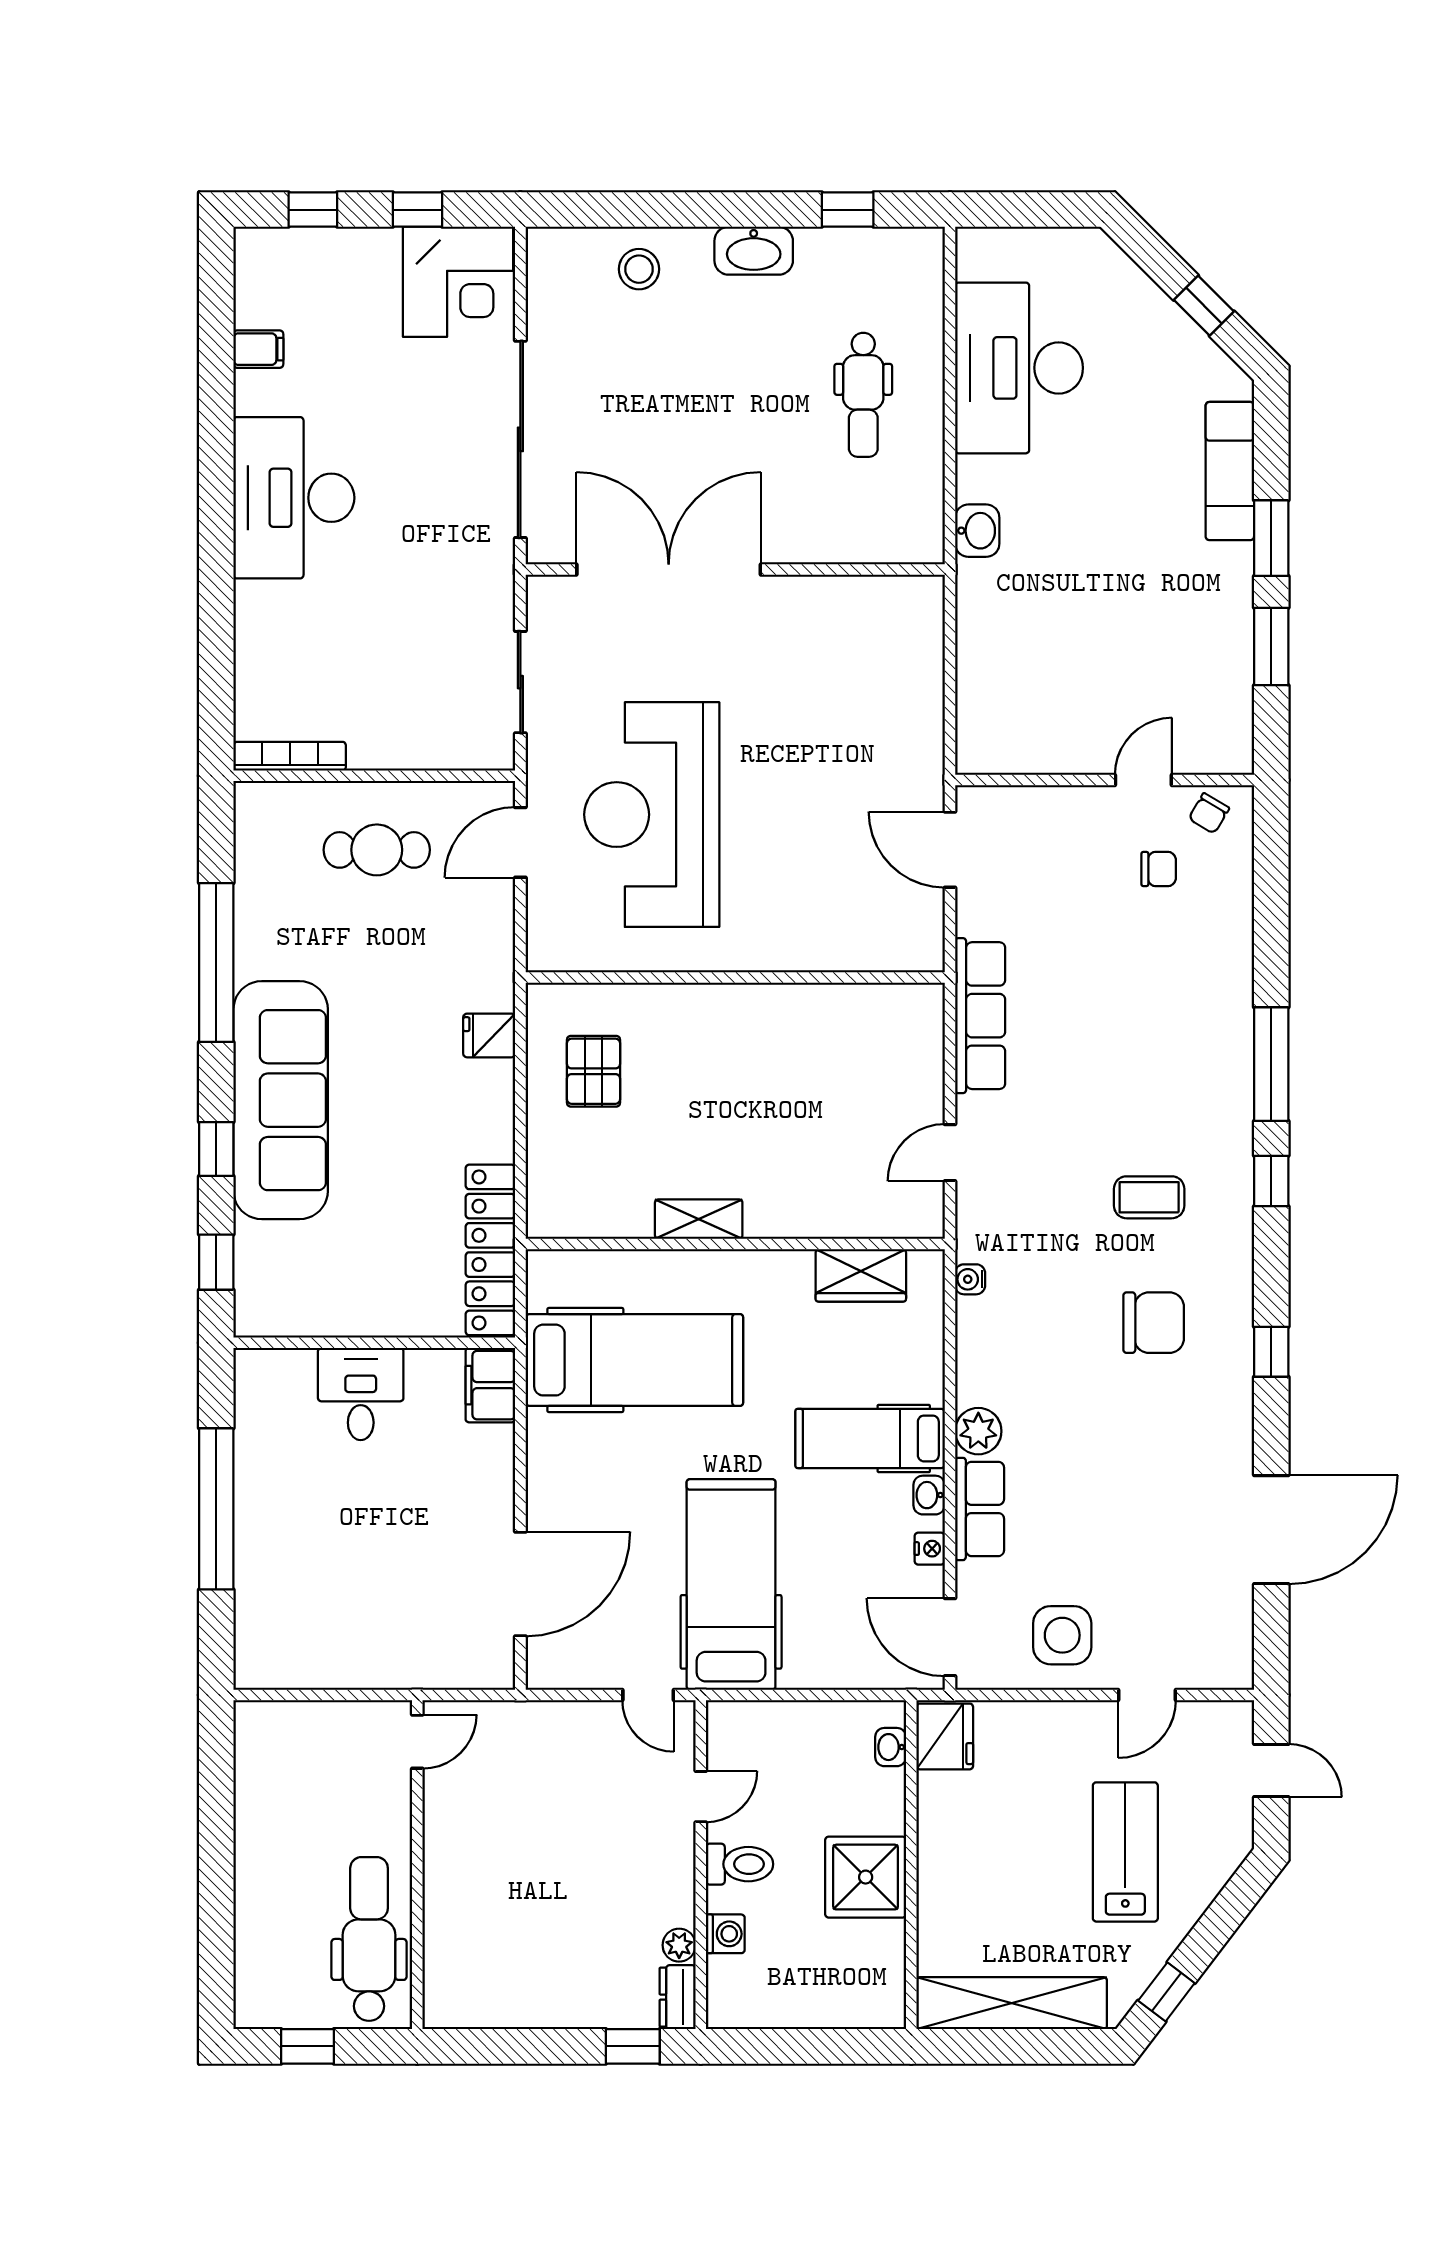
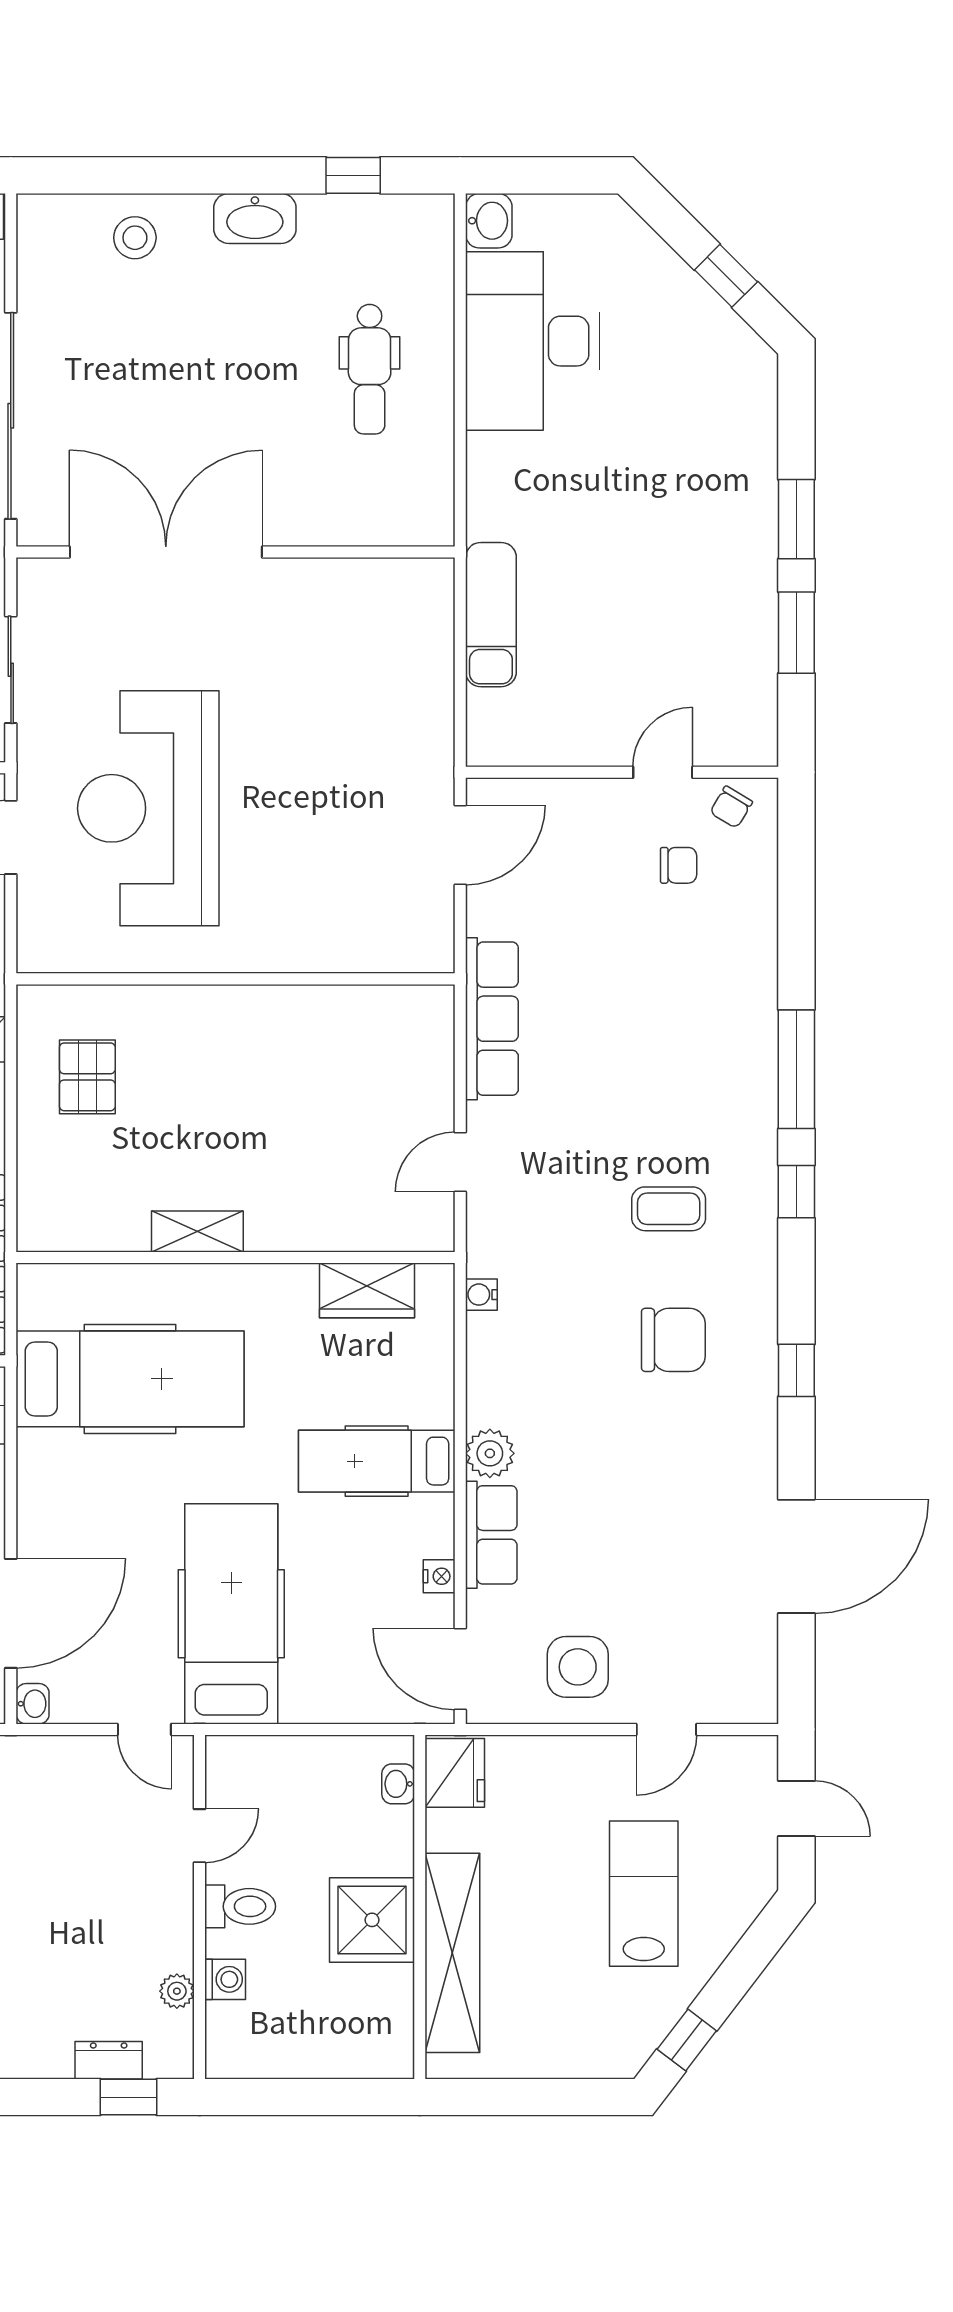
exam couch: (1230, 471) -> (491, 615), moved, turned 180
washbasin: (977, 531) -> (489, 221), moved
door: (950, 850) -> (460, 845), swing flipped
washbasin: (929, 1495) -> (33, 1704), moved, turned 180
dresser: (678, 1997) -> (109, 2060), moved, turned 90
shelving: (1012, 2003) -> (452, 1953), moved, turned 90

